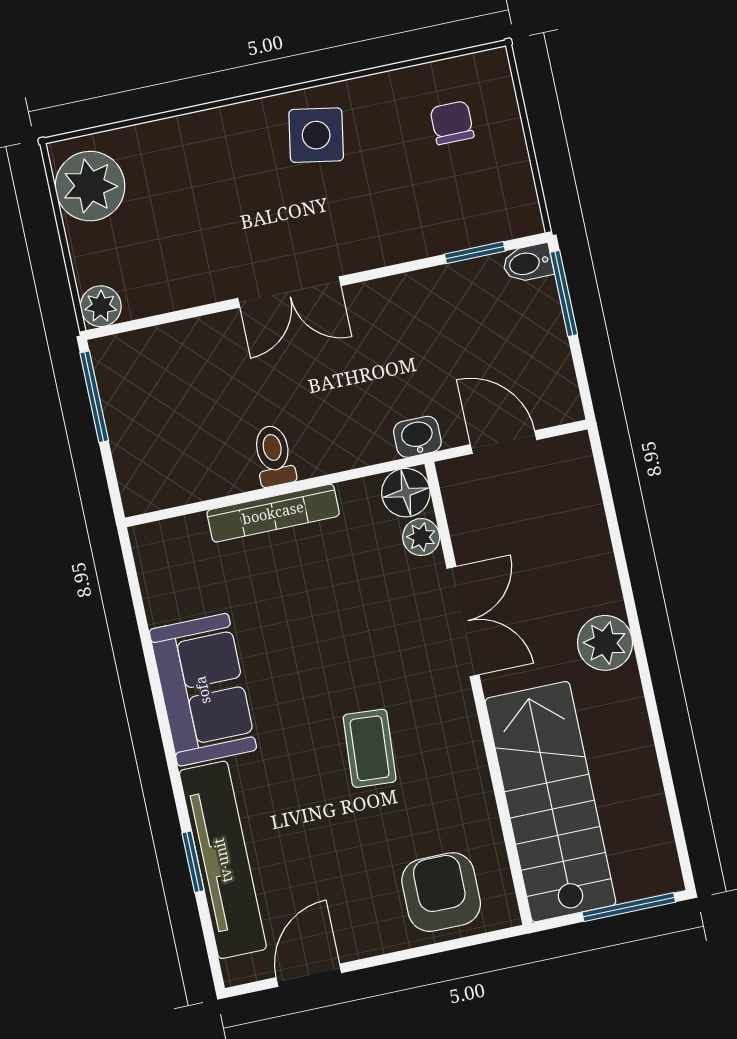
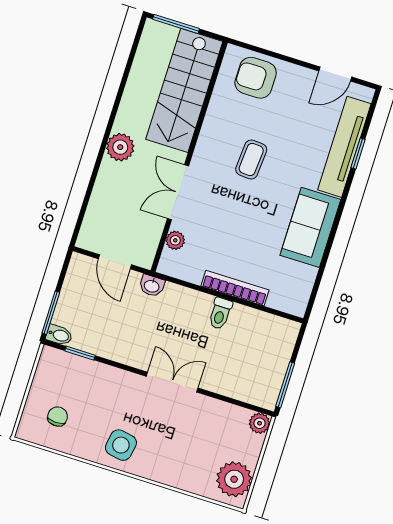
chair: (452, 123) -> (58, 416), turned 180
floor lamp: (406, 493) -> (171, 264), removed
armchair: (441, 892) -> (256, 78), turned 90

